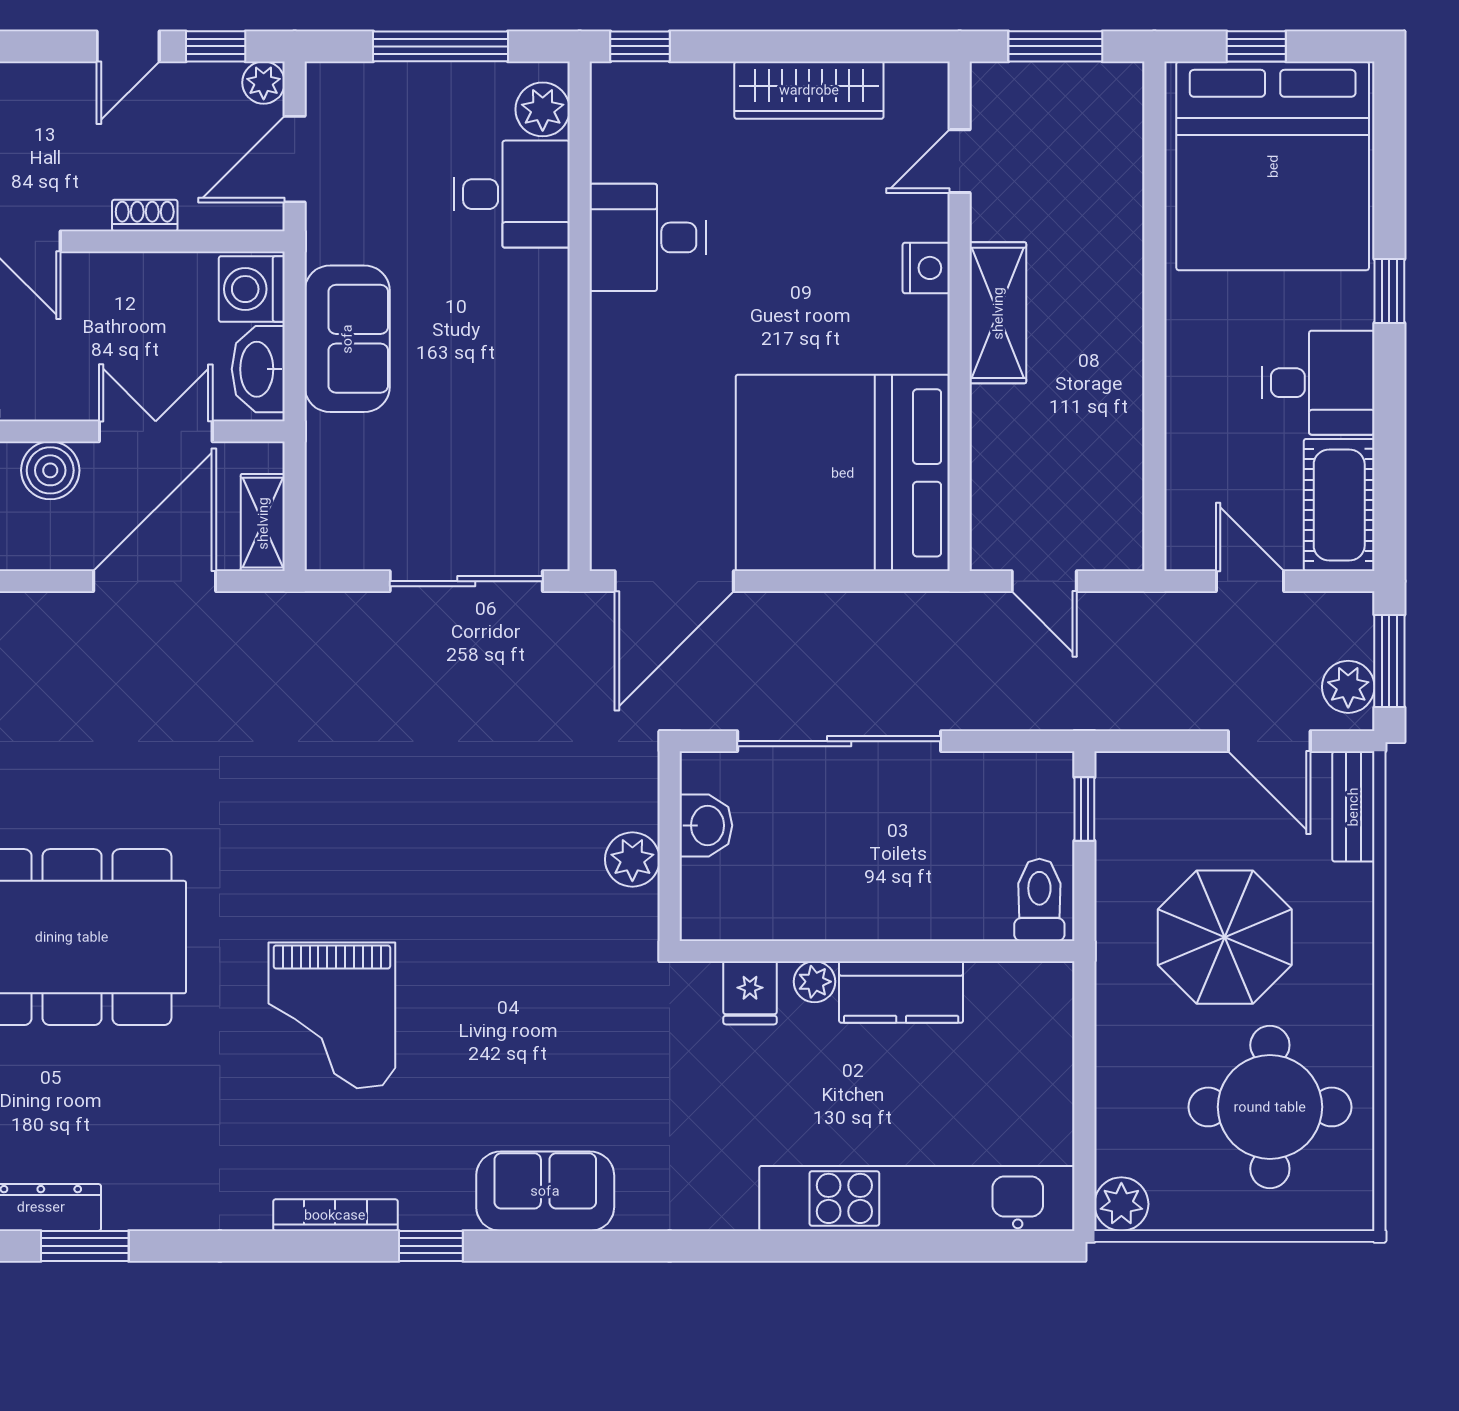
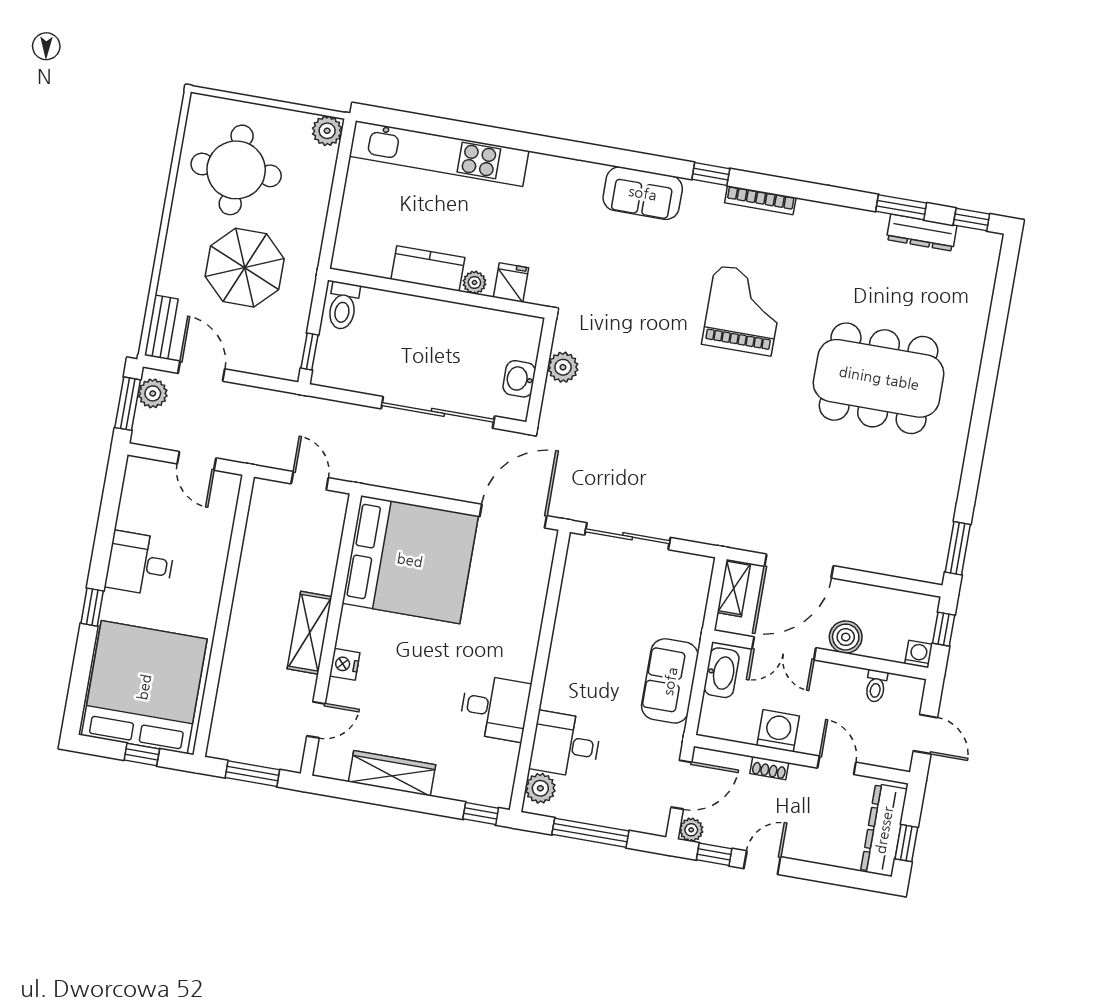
washing machine: (252, 289) -> (778, 731), moved, turned -90
cot: (1339, 505) -> (140, 494), removed

